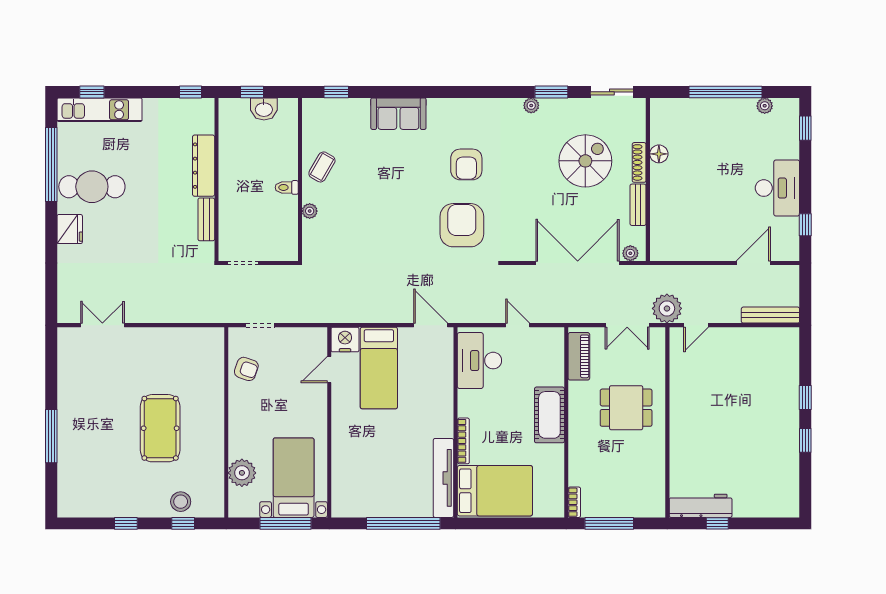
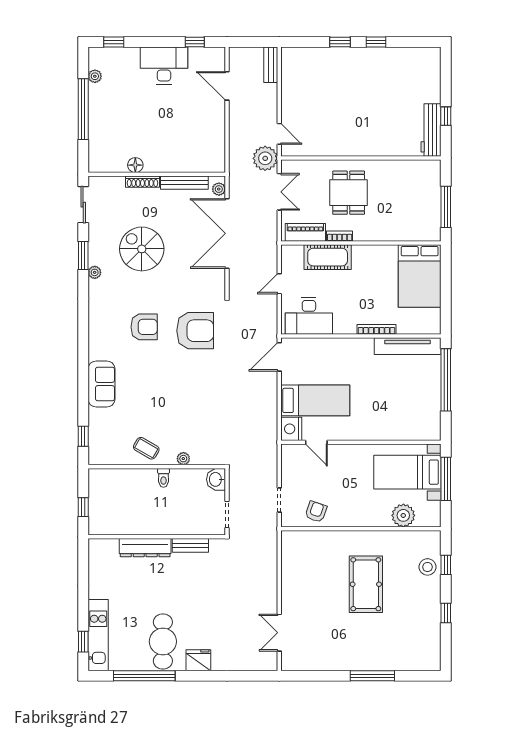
window: (190, 92) -> (83, 559), removed
washbasin: (264, 109) -> (216, 479), moved, turned 180
spiral stairs: (585, 161) -> (142, 249), moved
bench: (638, 205) -> (184, 183), width x1.36
armchair: (462, 225) -> (195, 331), turned 180
bench: (770, 315) -> (271, 65), width x0.73
cot: (549, 415) -> (328, 257), moved
pool table: (160, 428) -> (366, 584), turned 90
bed: (495, 491) -> (420, 276), moved, turned 180
bookcase: (574, 502) -> (340, 236), moved

